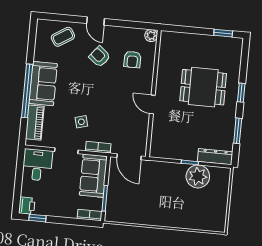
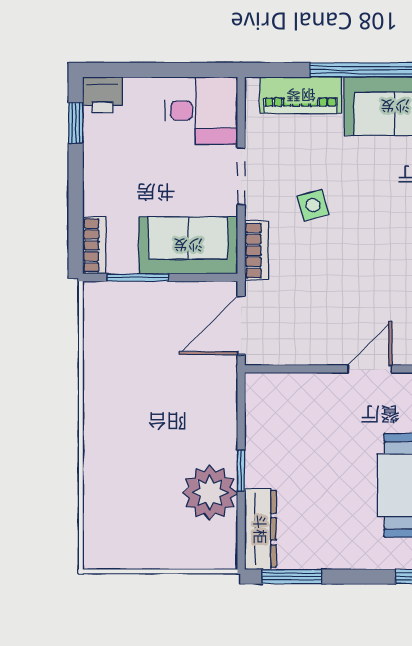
window: (238, 131) -> (292, 577), moved

